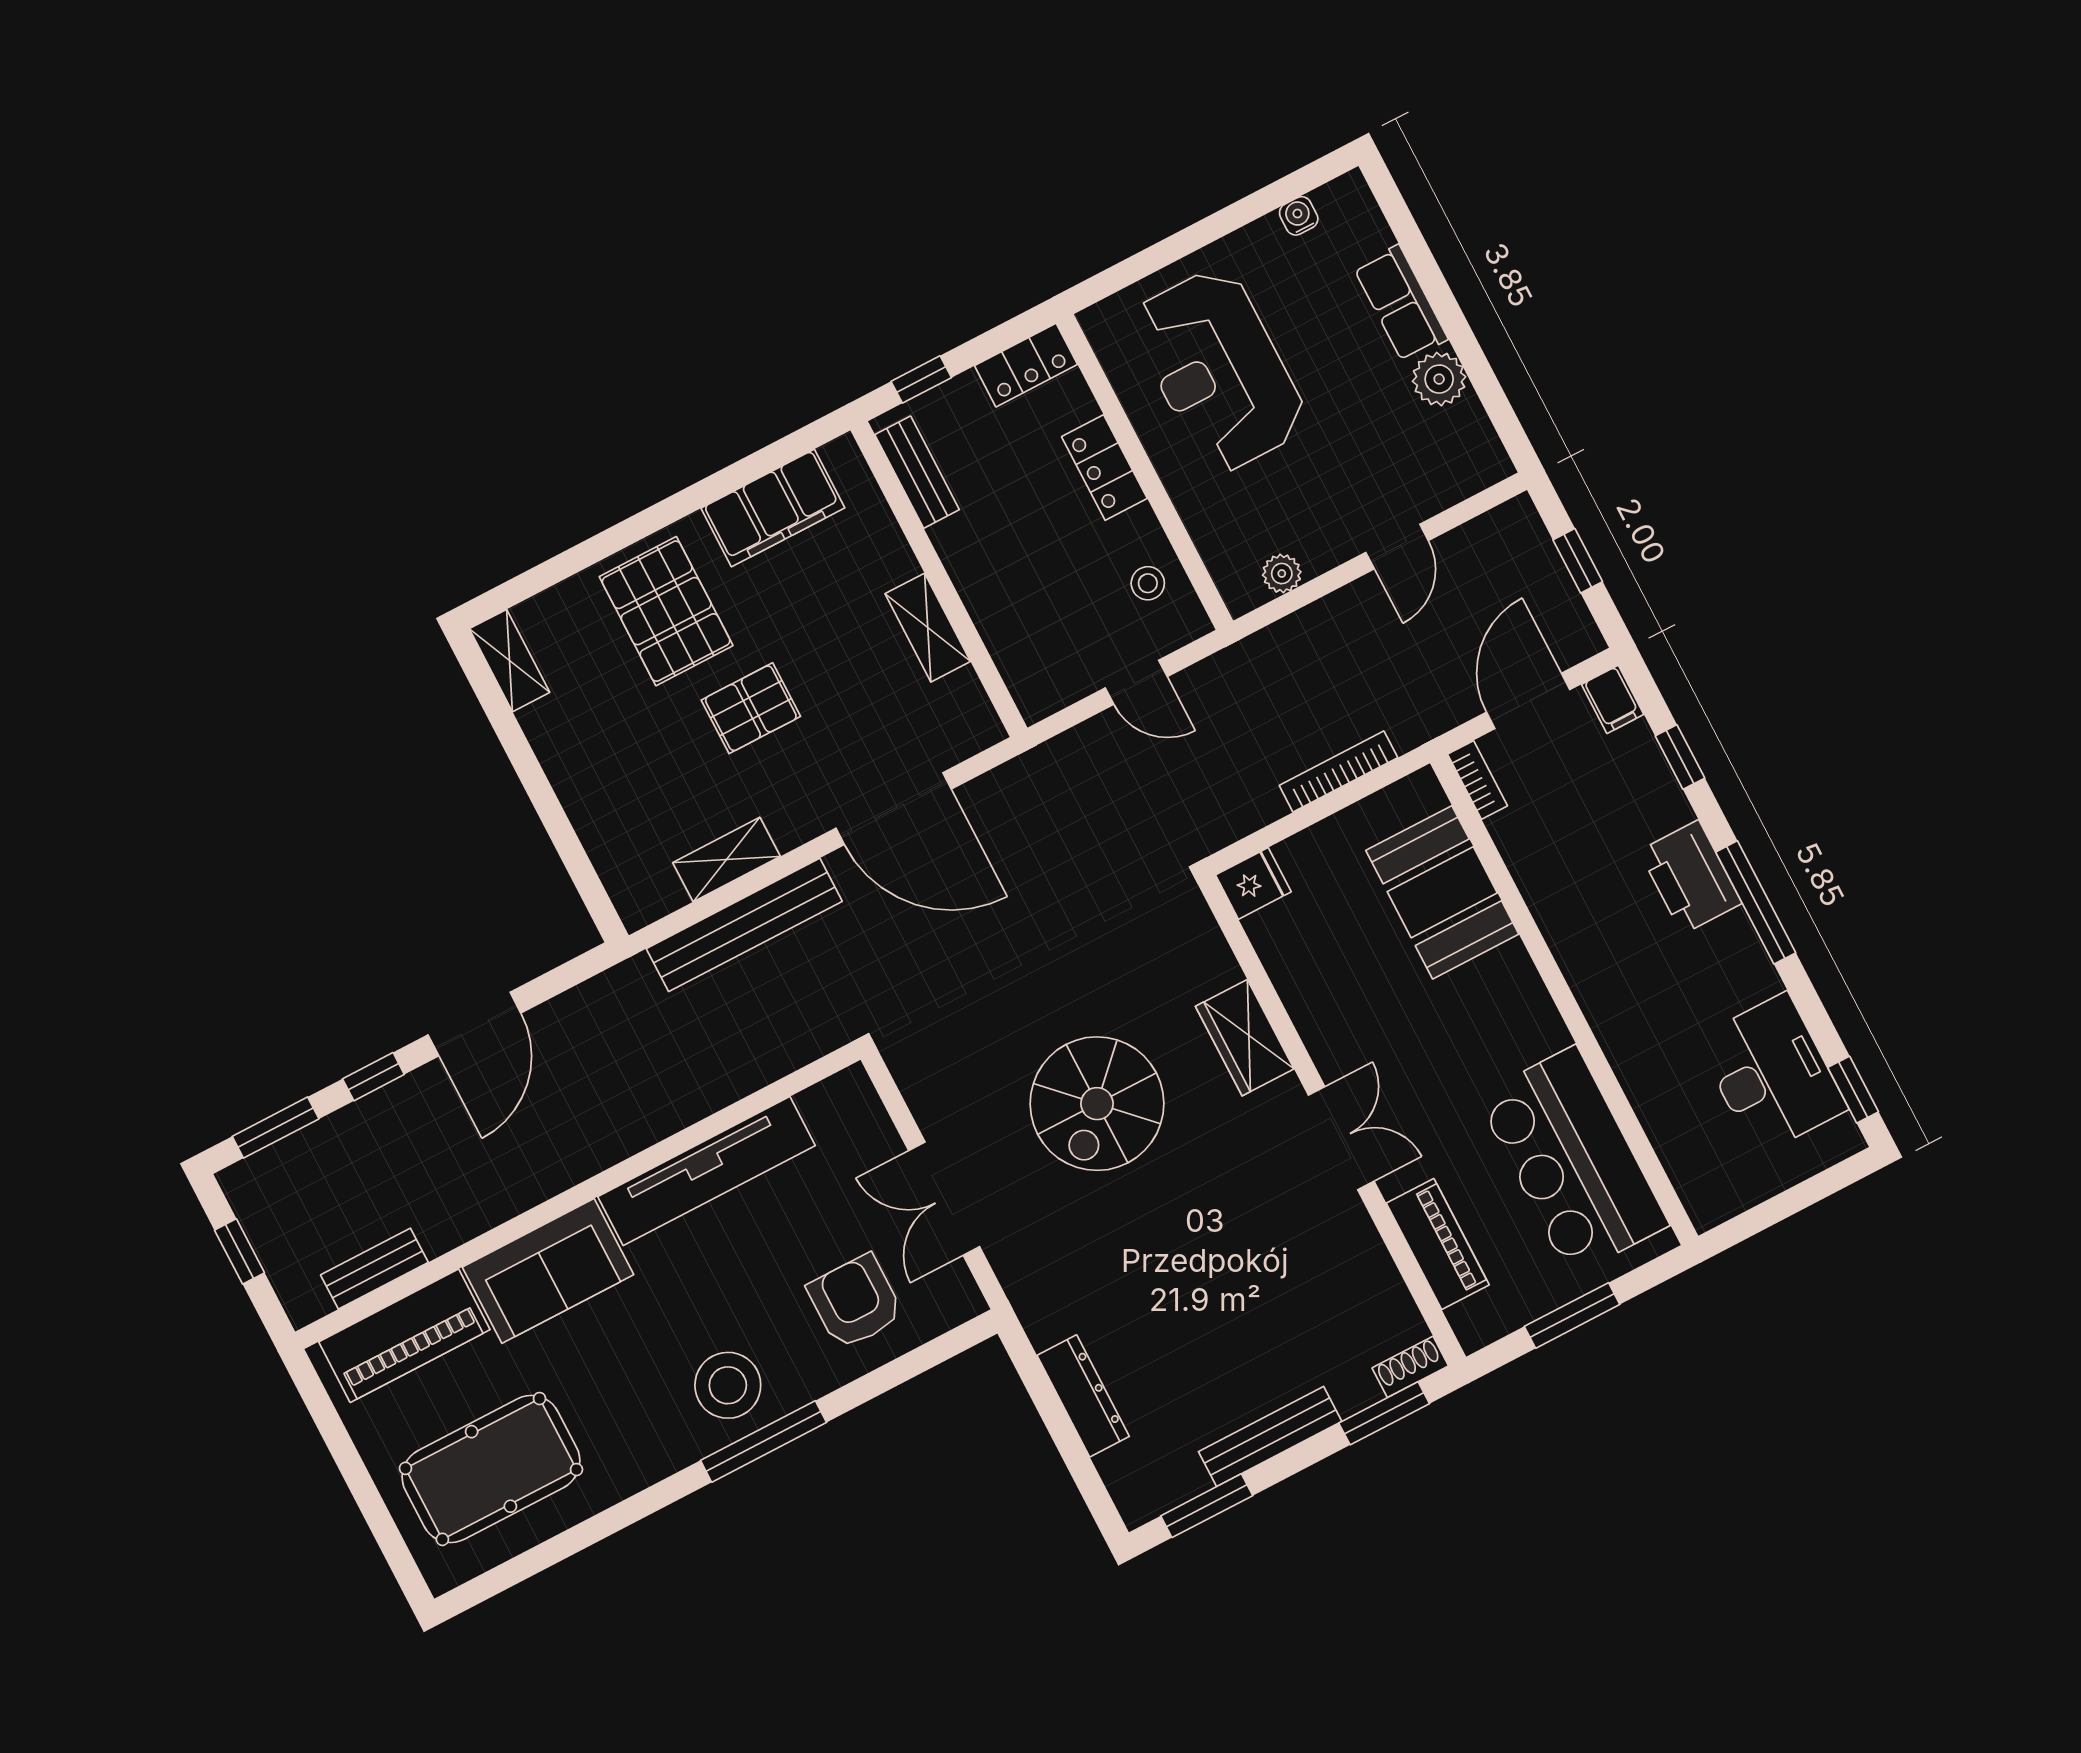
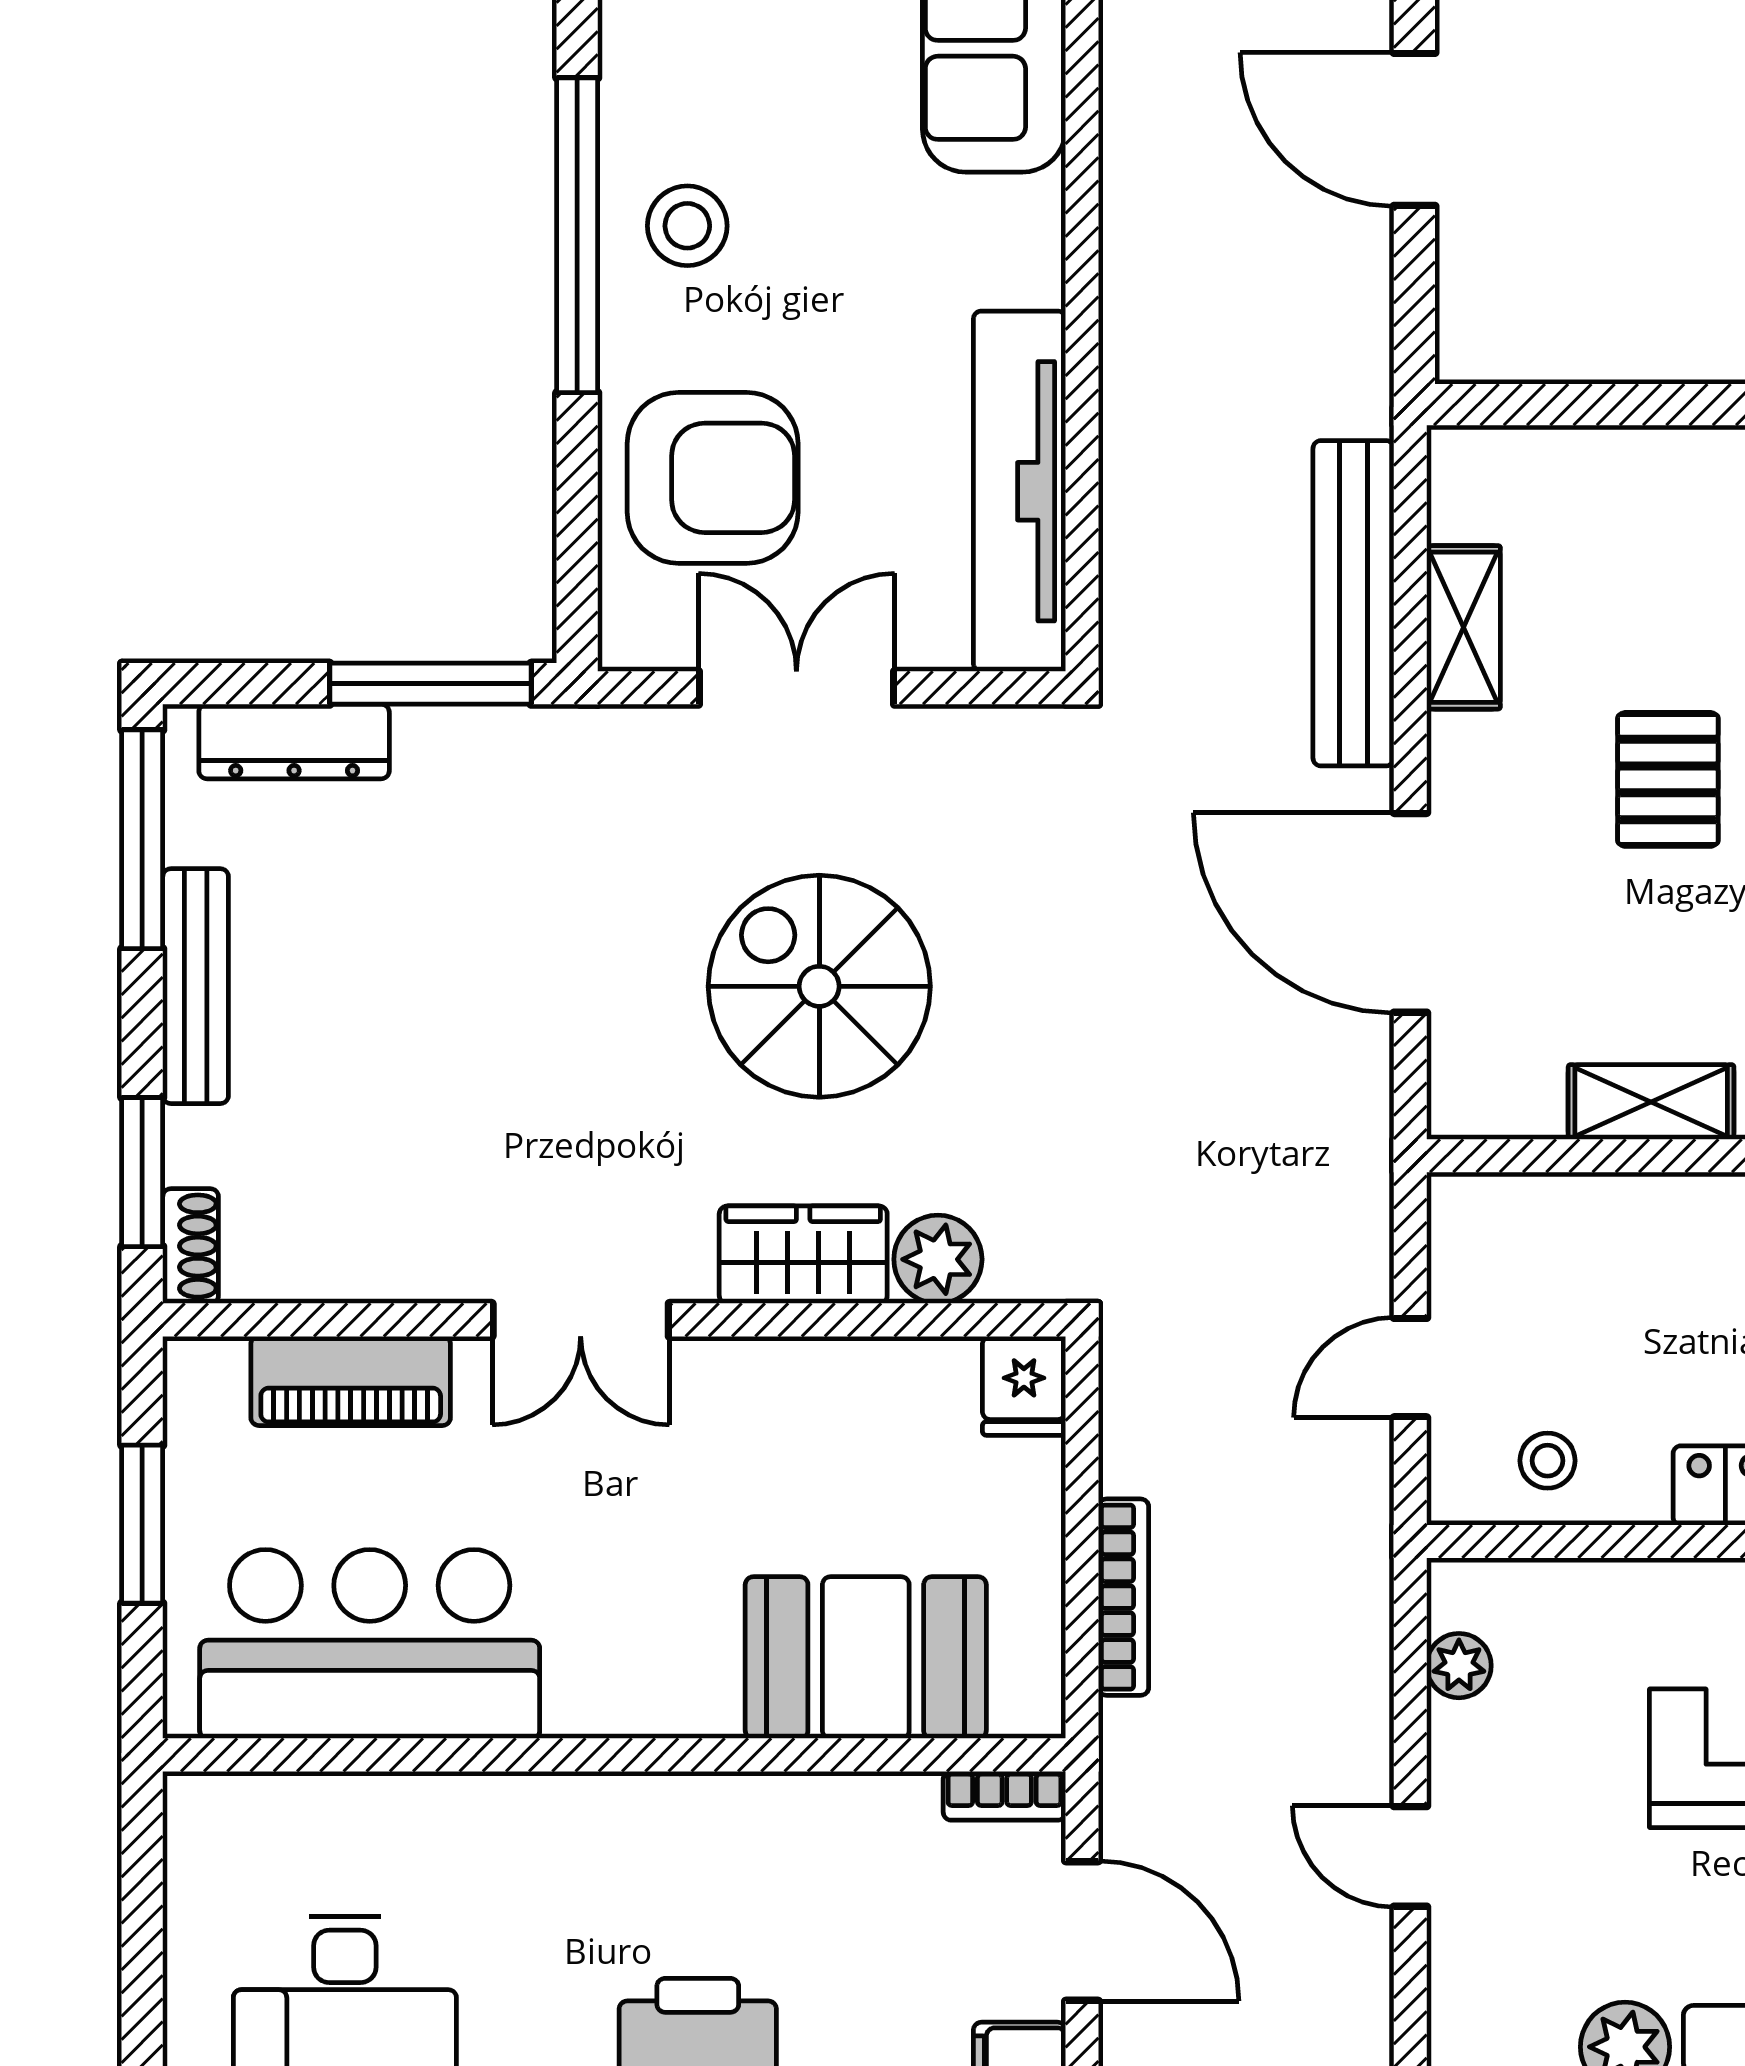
door: (894, 809) -> (1410, 913), hinge flipped
plant: (1210, 964) -> (938, 1259), added
tv unit: (707, 1171) -> (1019, 491), moved
armchair: (855, 1302) -> (713, 478), width x1.36, depth x1.36
stool: (728, 1385) -> (687, 226), width x0.73, depth x0.73
window: (1044, 1395) -> (430, 684), added
dresser: (1083, 1396) -> (294, 742), moved
window: (763, 1441) -> (577, 235), width x1.46
window: (1207, 1506) -> (142, 839), width x1.44

